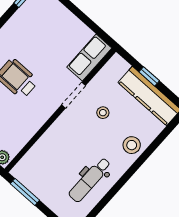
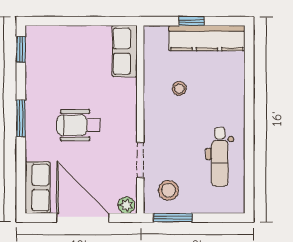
doorway: (74, 95) -> (140, 160), moved
stool: (132, 145) -> (169, 190), moved

